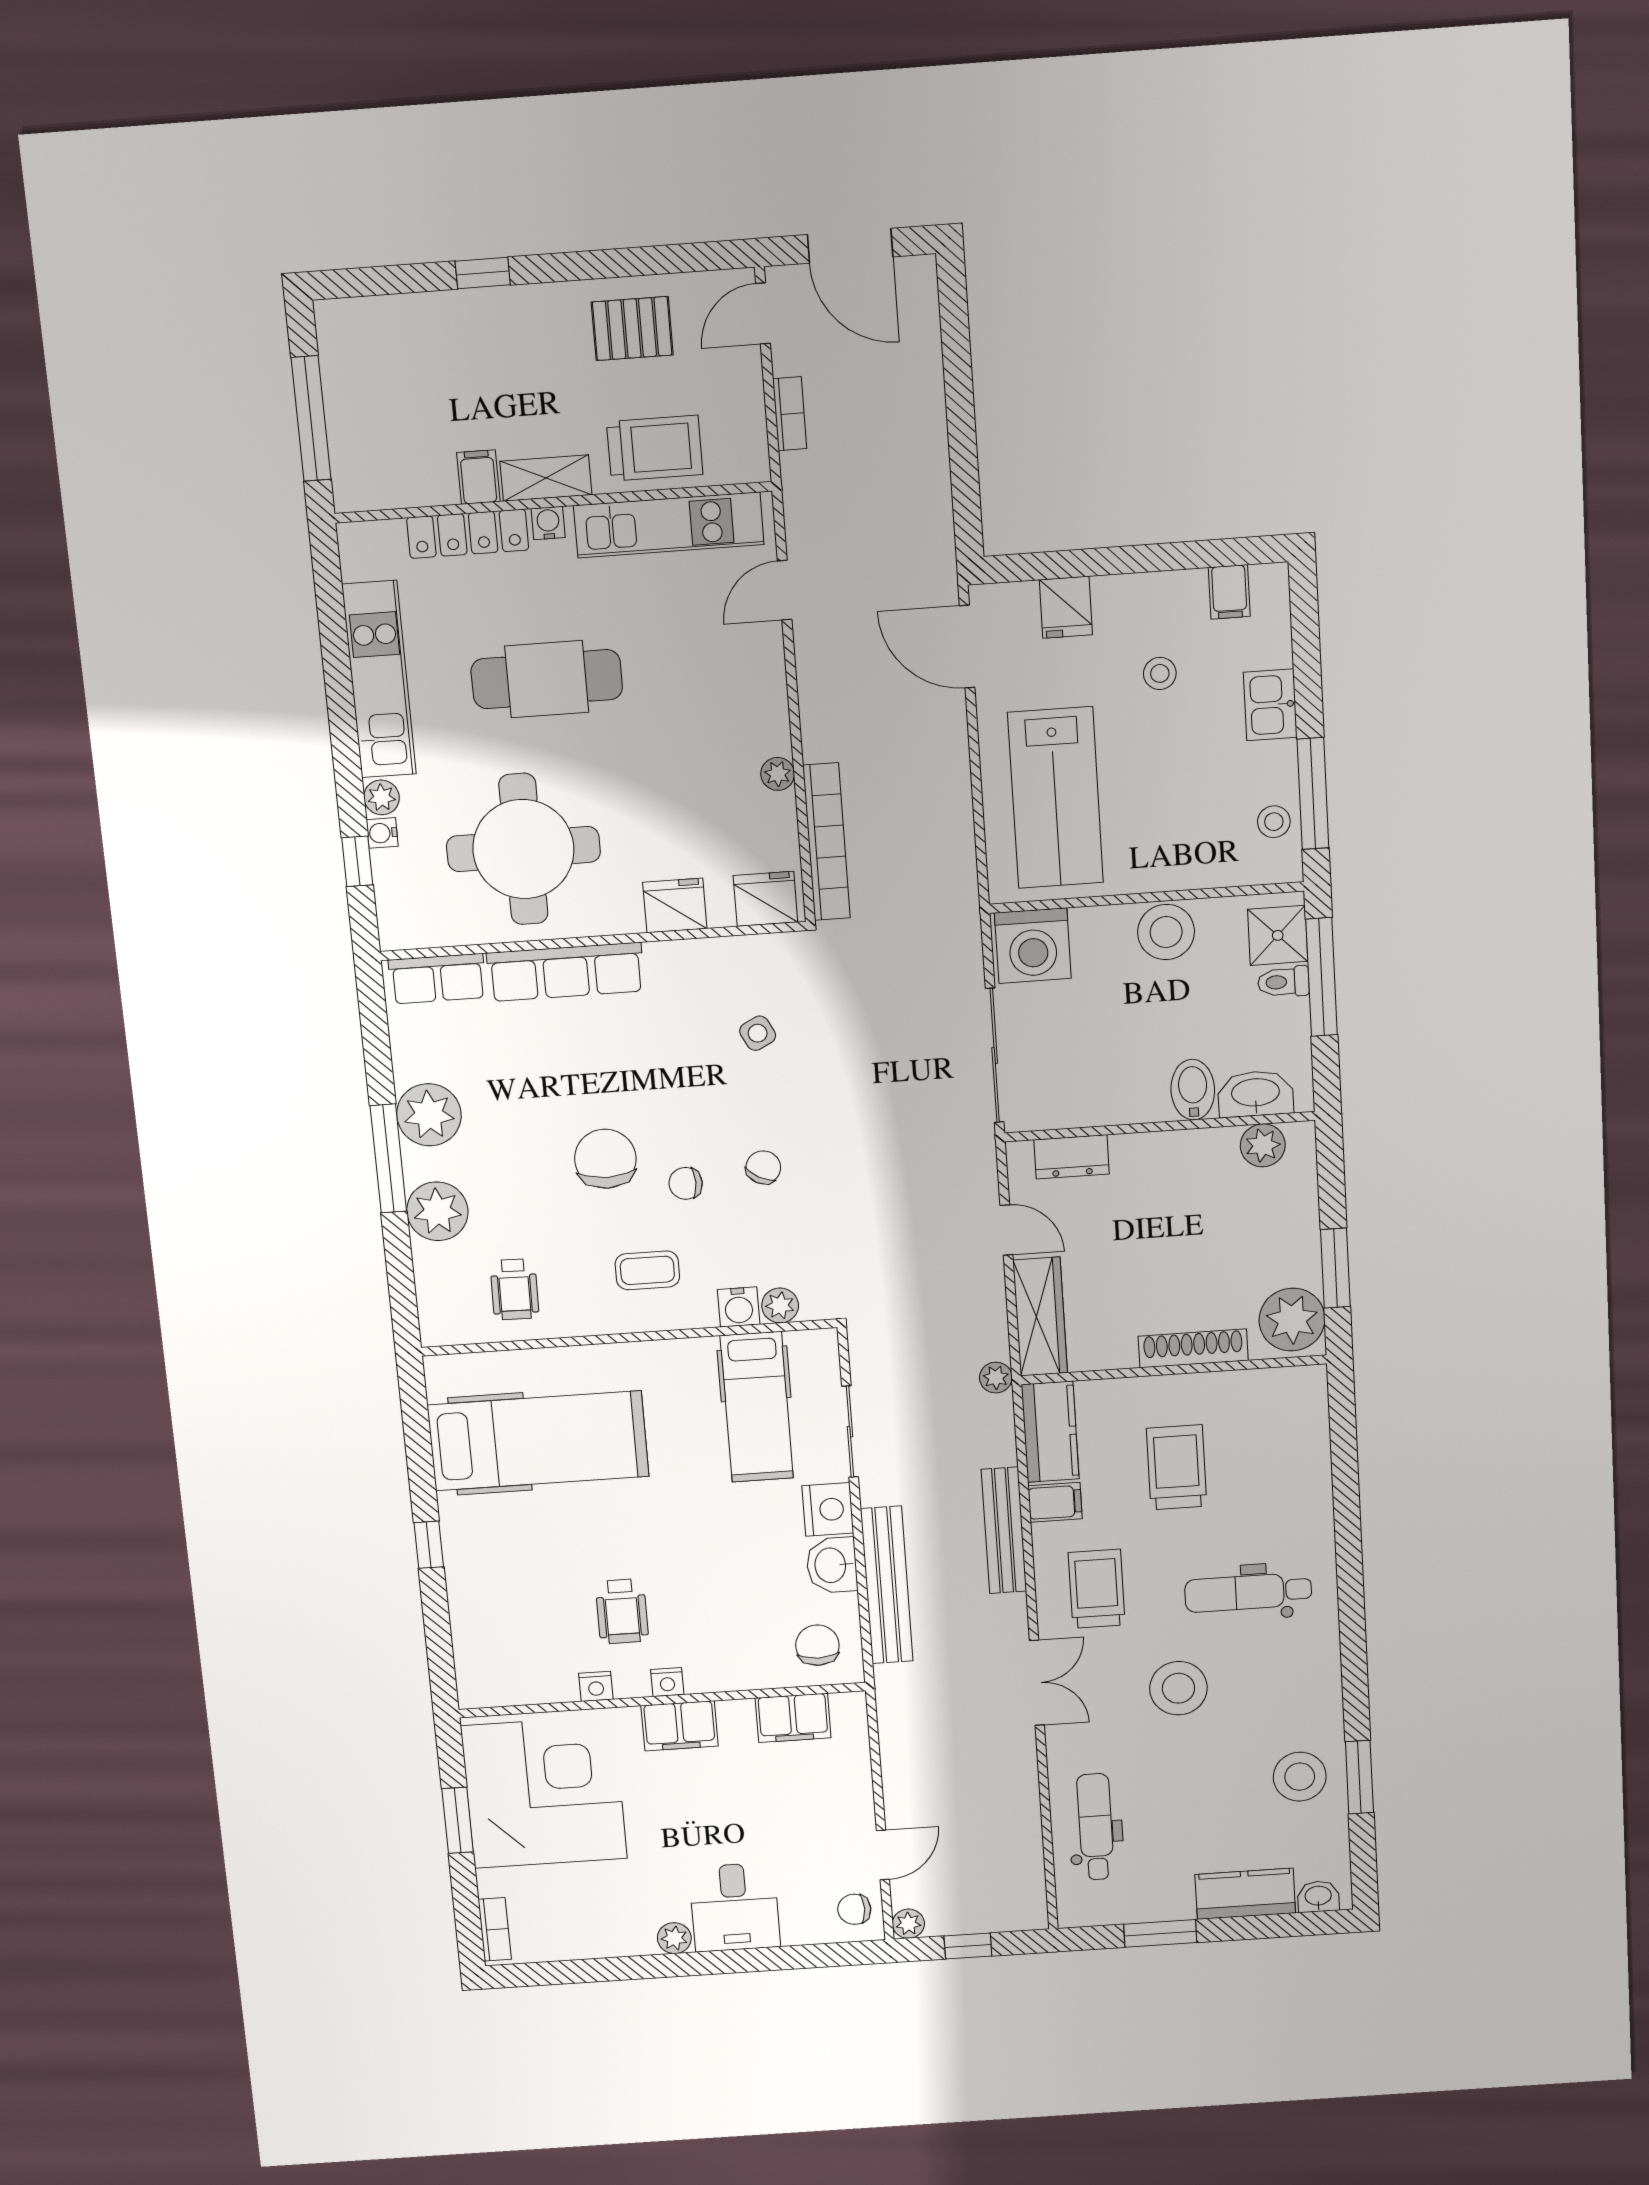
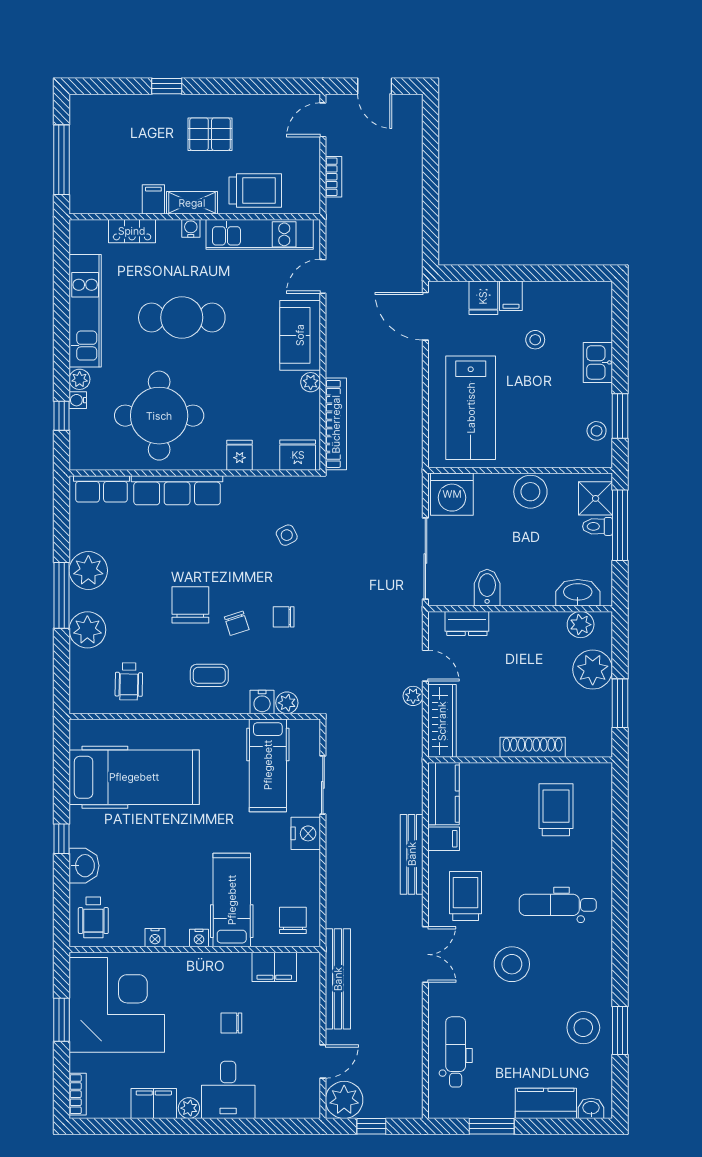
door: (850, 246) -> (375, 86), width x0.73
pallet: (632, 329) -> (210, 134), moved
locker: (468, 534) -> (132, 231), width x0.66
filing cabinet: (1229, 592) -> (511, 296), moved
sofa: (753, 695) -> (300, 335), added
window: (1313, 794) -> (620, 416), width x0.69
fridge: (675, 905) -> (240, 455), width x0.72
bidet: (1193, 1090) -> (487, 588), moved
chair: (763, 1167) -> (284, 617), turned -118
chair: (686, 1183) -> (237, 623), turned -108
plant: (1292, 1320) -> (593, 670), moved
plant: (996, 1378) -> (413, 696), moved
trolley: (1177, 1467) -> (556, 810), moved
washbasin: (832, 1565) -> (84, 866), moved, turned 180
bench: (887, 1585) -> (338, 979), moved
wheelchair: (622, 1611) -> (93, 917), moved
hospital bed: (715, 1621) -> (232, 900), added
filing cabinet: (680, 1726) -> (154, 1103), moved, turned 180
chair: (854, 1909) -> (231, 1023), moved
plant: (908, 1924) -> (344, 1100), width x1.88, depth x1.88

